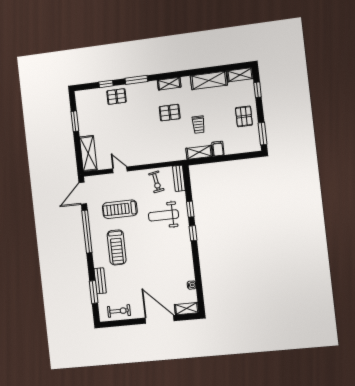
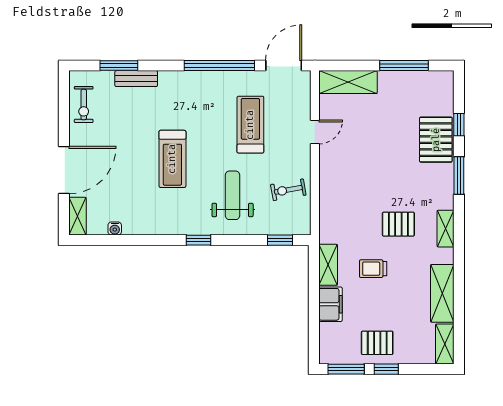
window: (258, 90) -> (386, 369), moved
pallet: (116, 97) -> (436, 140), width x1.50, depth x1.42
pallet: (170, 113) -> (398, 224), turned 90
window: (75, 121) -> (404, 66), width x1.44
filing cabinet: (218, 149) -> (330, 304), width x2.00
bench: (179, 178) -> (290, 227), removed
door: (83, 193) -> (284, 66), hinge flipped
window: (190, 209) -> (280, 240), moved
treadmill: (117, 247) -> (172, 159), moved, turned -90

